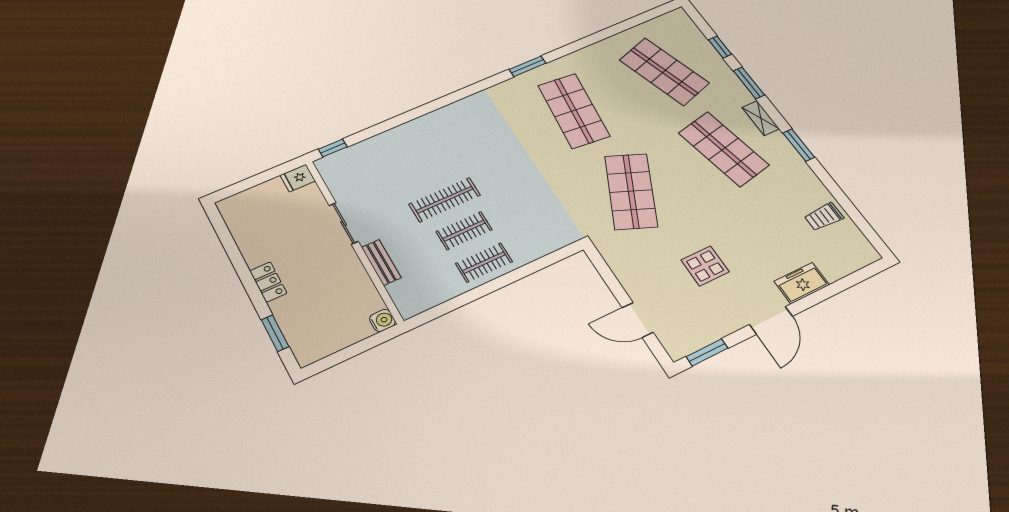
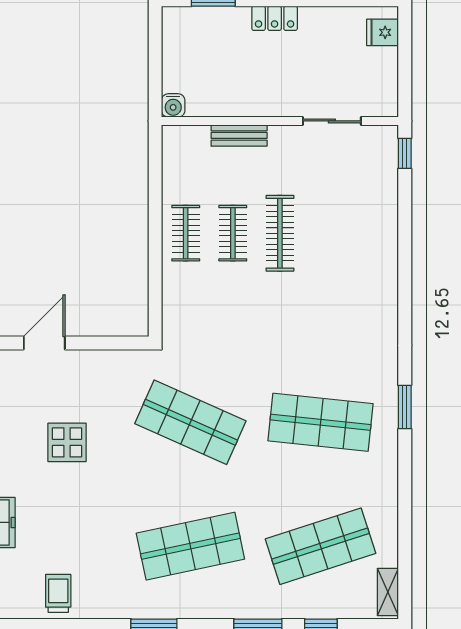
shelving: (761, 118) -> (388, 592), moved, turned 90
fridge: (298, 178) -> (383, 32), moved, turned -90
sliding door: (344, 223) -> (332, 121), moved

